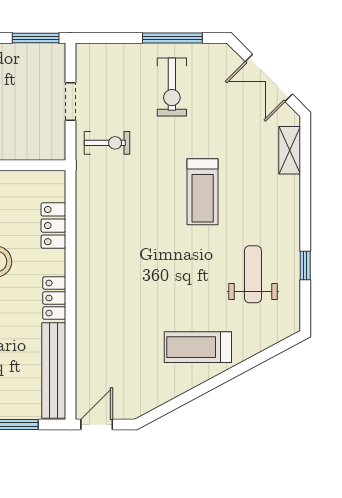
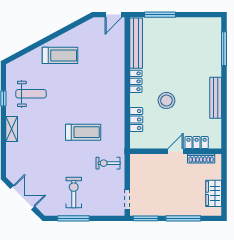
doorway: (70, 101) -> (127, 199), moved
shelving: (290, 150) -> (12, 129), moved
treadmill: (203, 192) -> (83, 132), moved, turned 90
weight bench: (253, 274) -> (31, 94), turned -90

